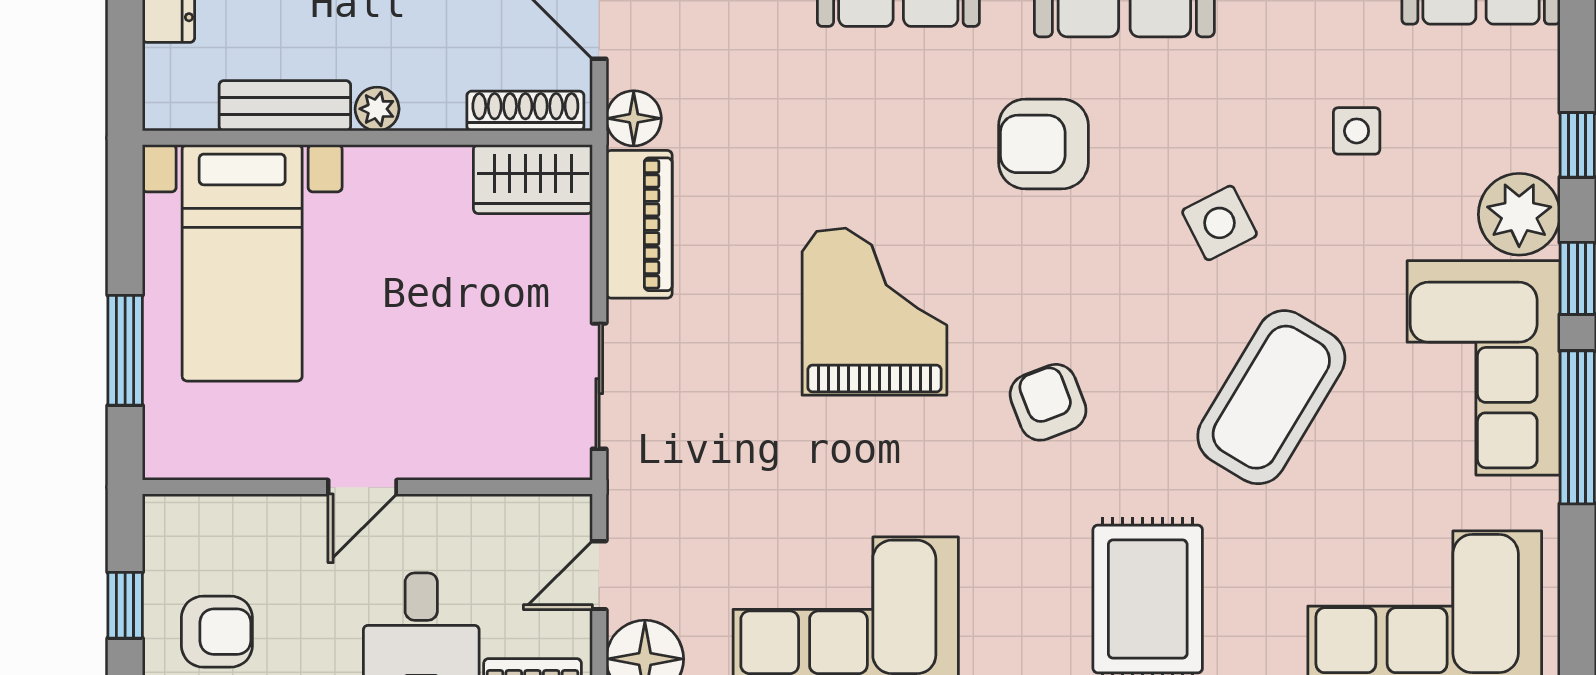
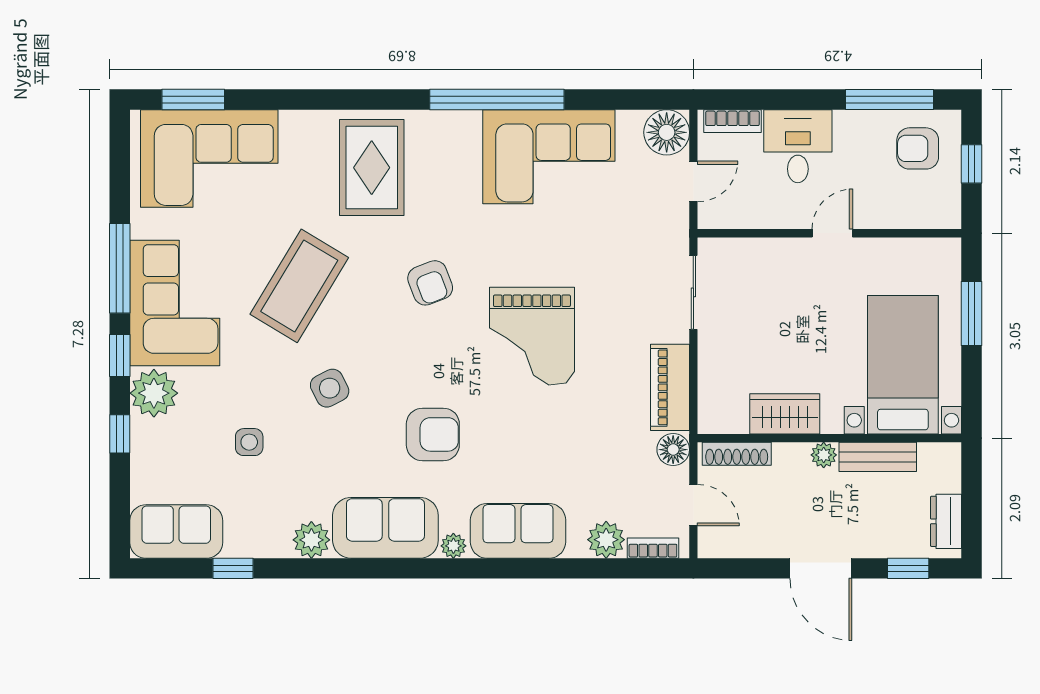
wardrobe: (533, 179) -> (785, 414), moved

